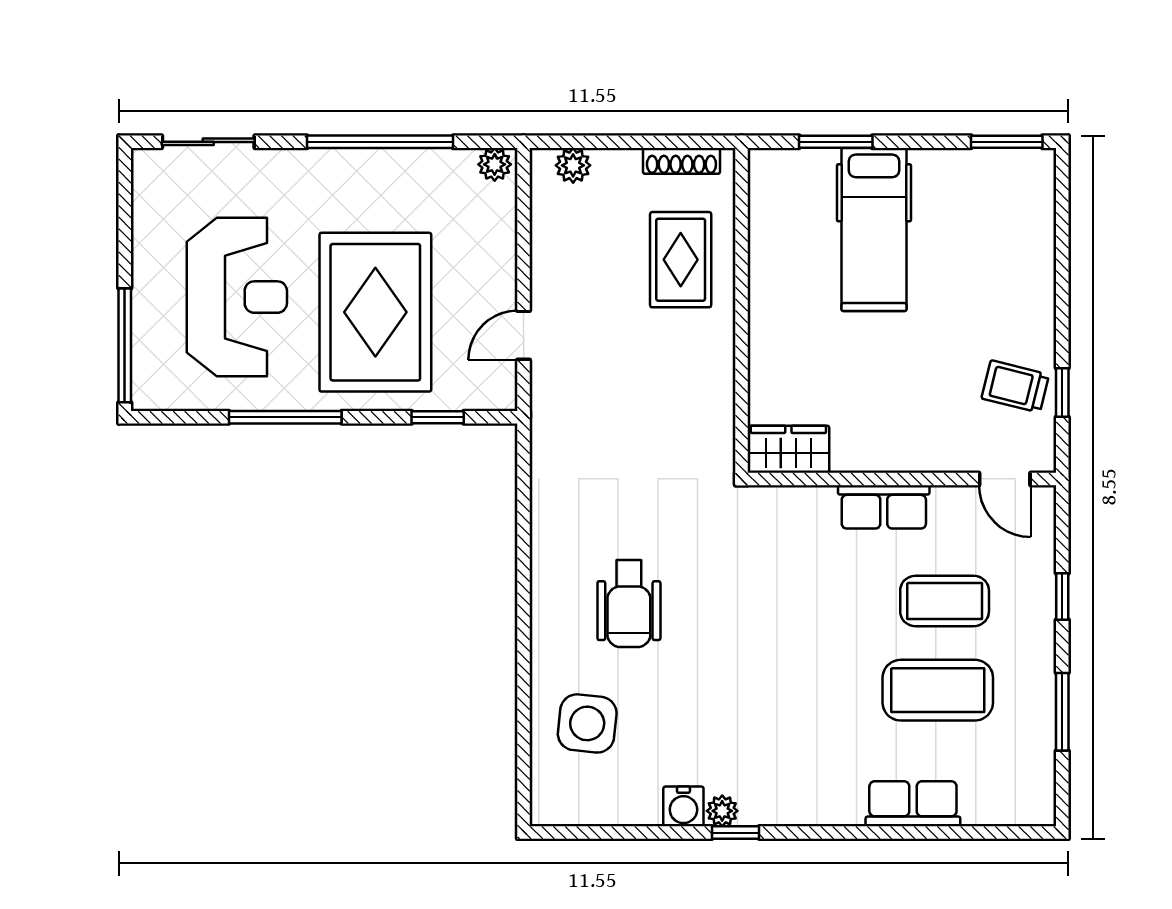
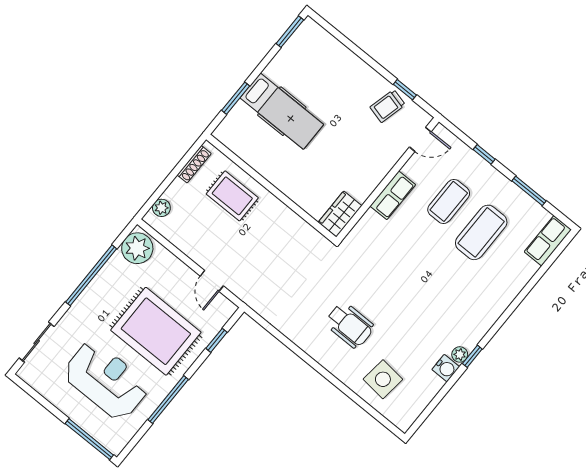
plant: (495, 164) -> (137, 248), width x1.88, depth x1.88
row of seats: (913, 804) -> (548, 241), moved

